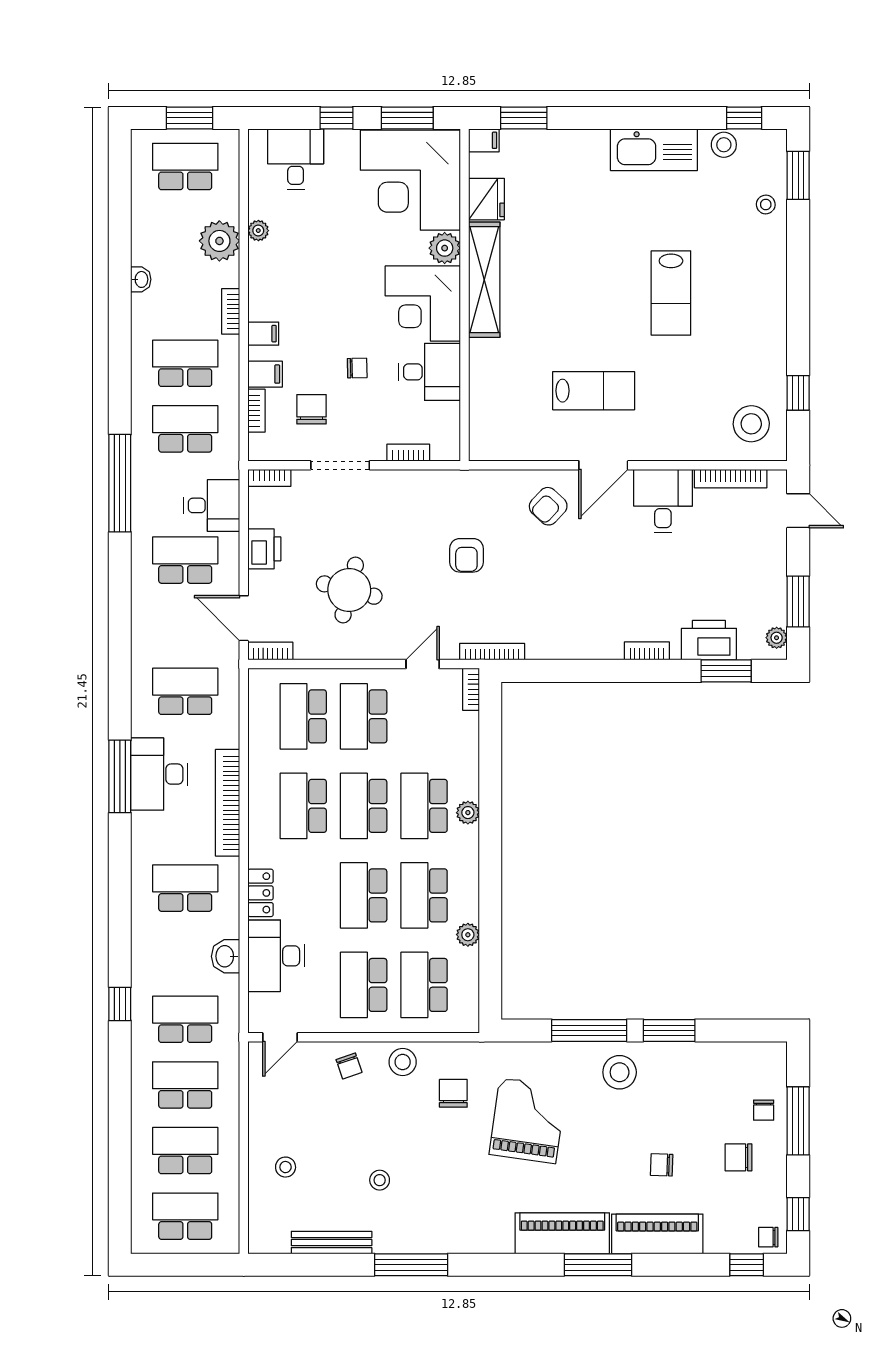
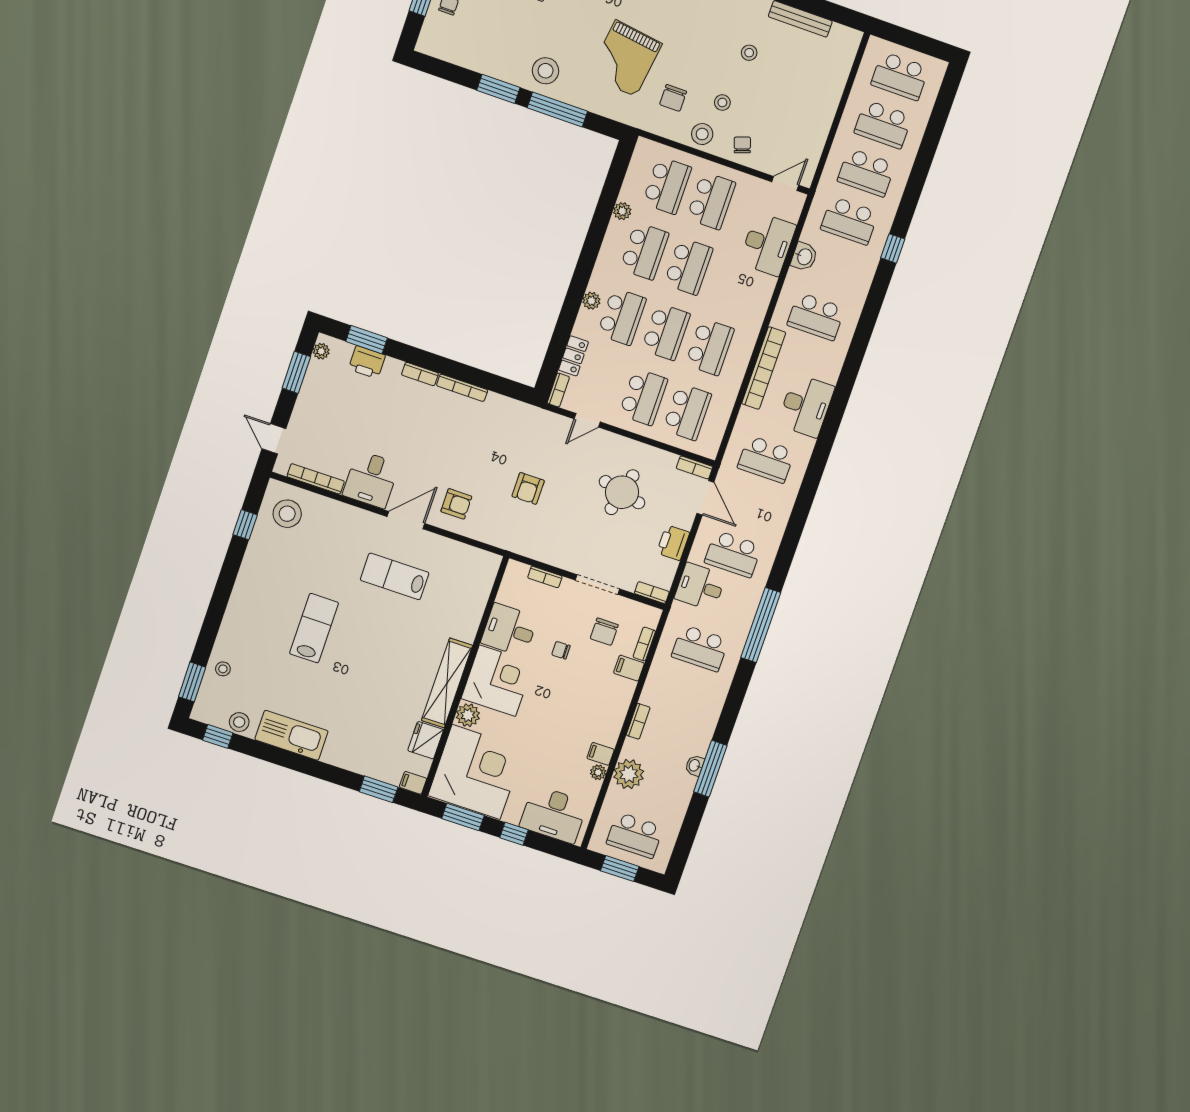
desk: (296, 159) -> (554, 814), width x1.37
filing cabinet: (263, 334) -> (601, 754), moved
school desk: (185, 363) -> (684, 695), removed
armchair: (548, 506) -> (456, 504), turned 47
armchair: (466, 555) -> (528, 488), turned 180
printer: (709, 640) -> (367, 362), width x0.73, depth x0.84
bookcase: (492, 652) -> (462, 388), moved
window: (120, 776) -> (710, 769), moved
locker: (261, 893) -> (573, 356), moved, turned 180
stool: (286, 1167) -> (722, 102), moved

